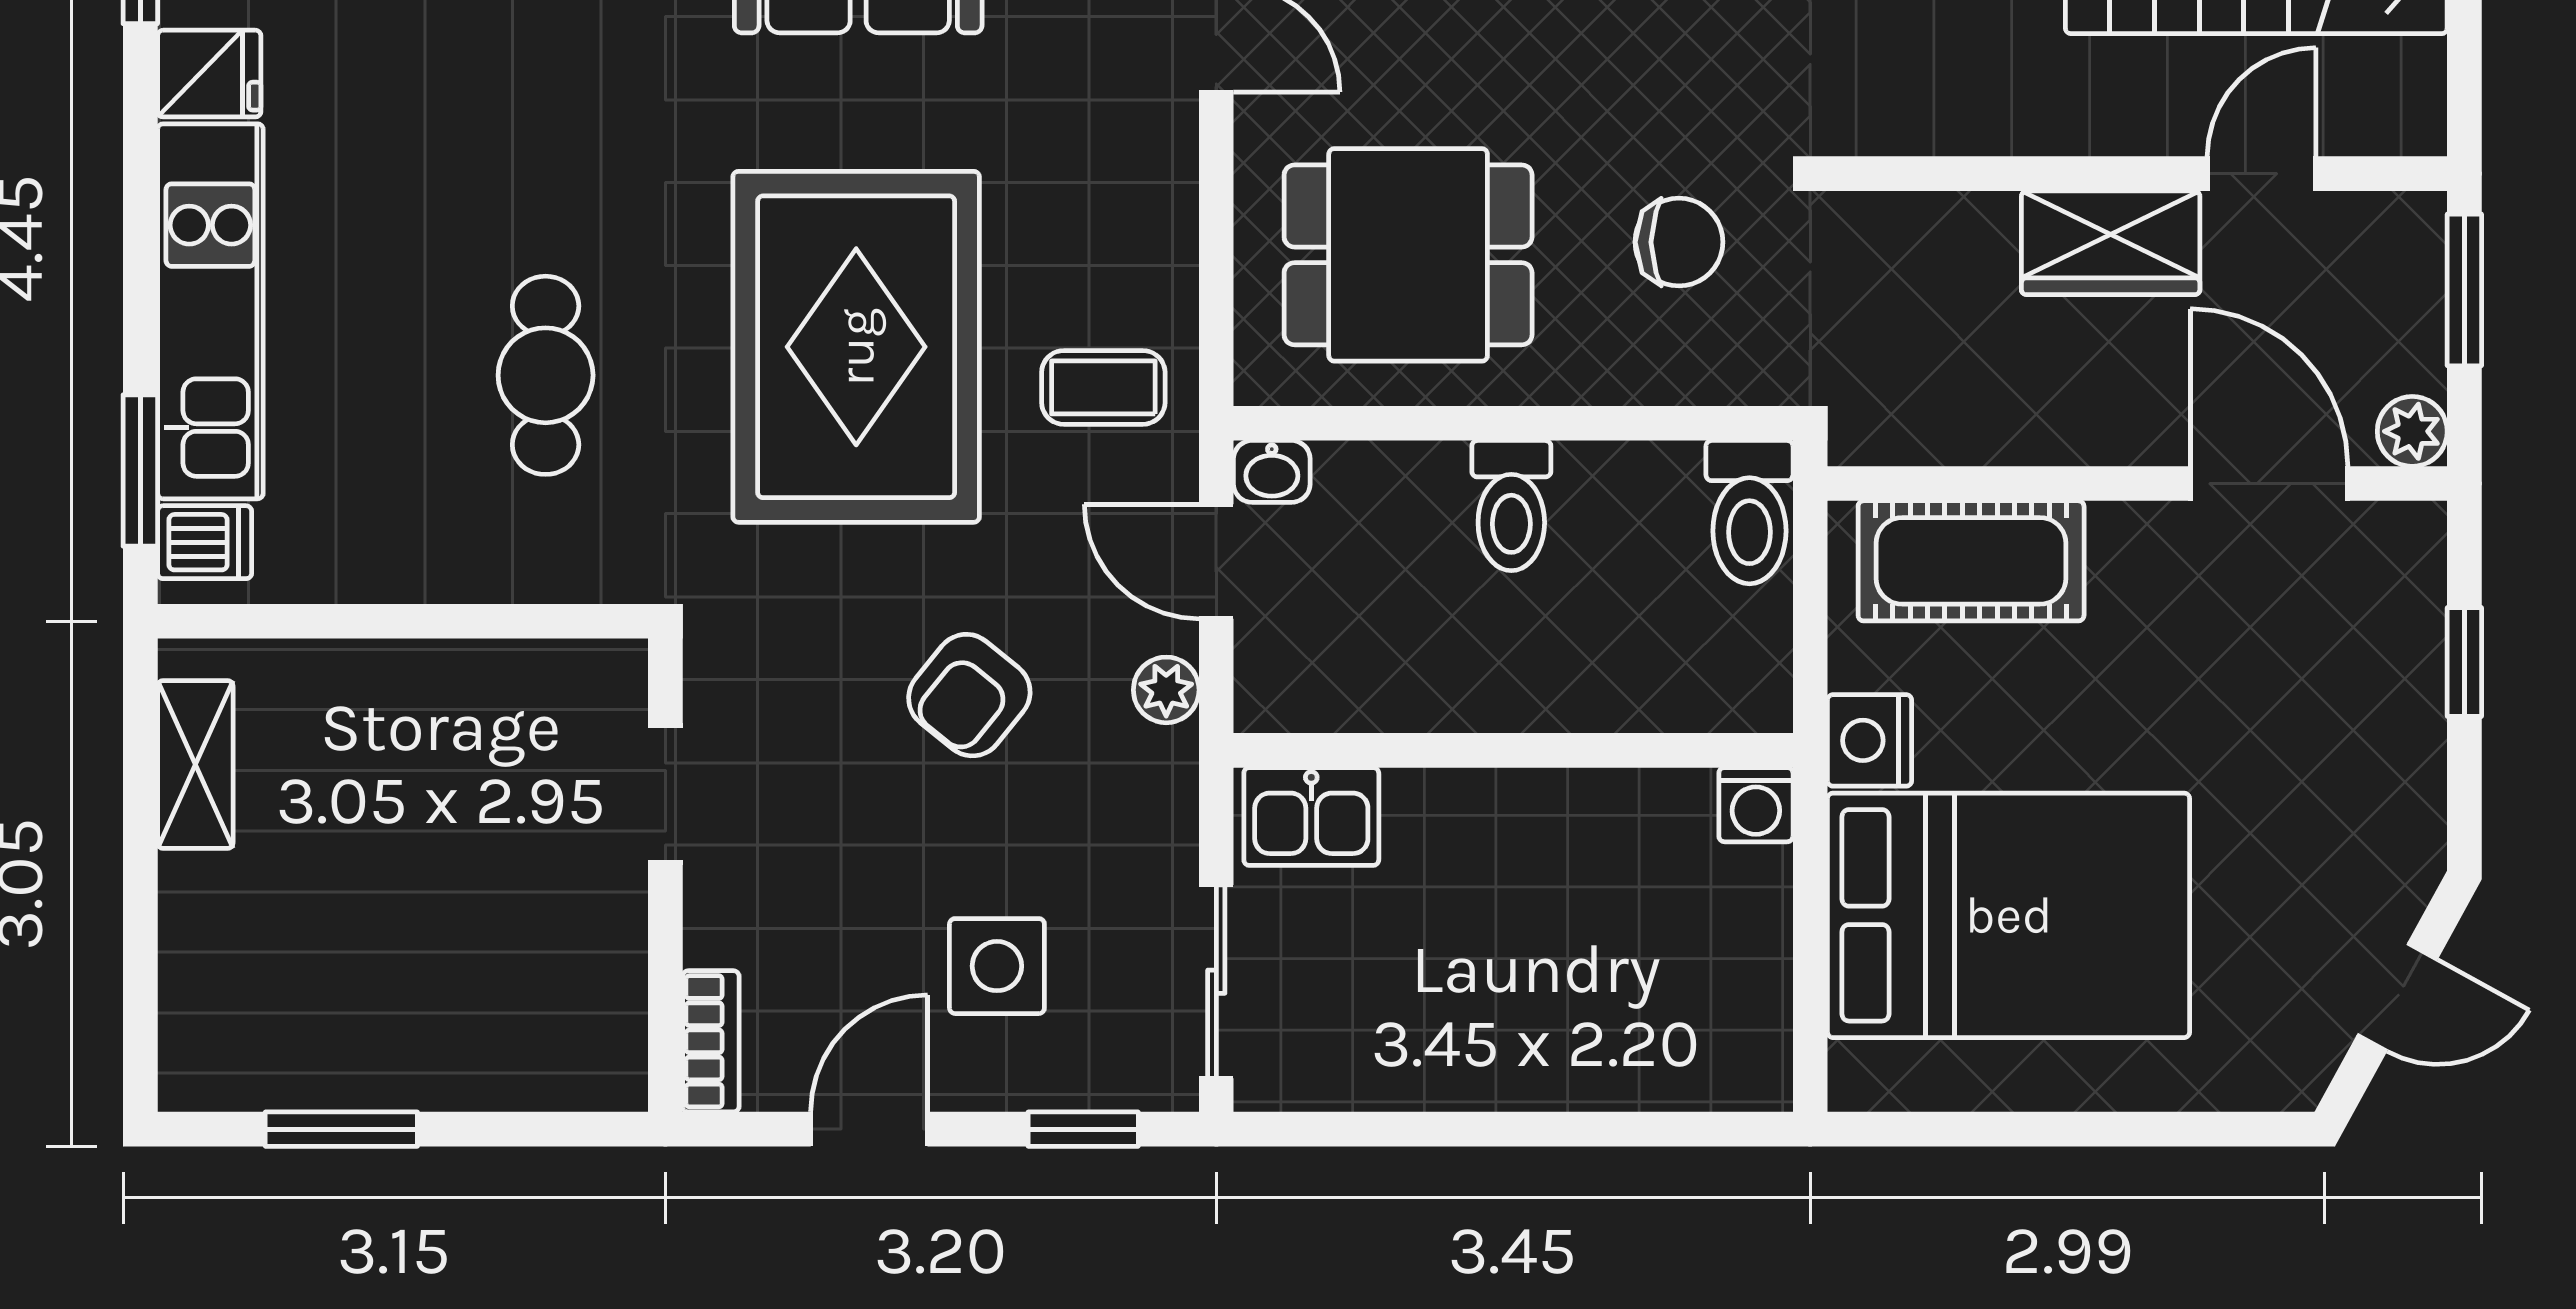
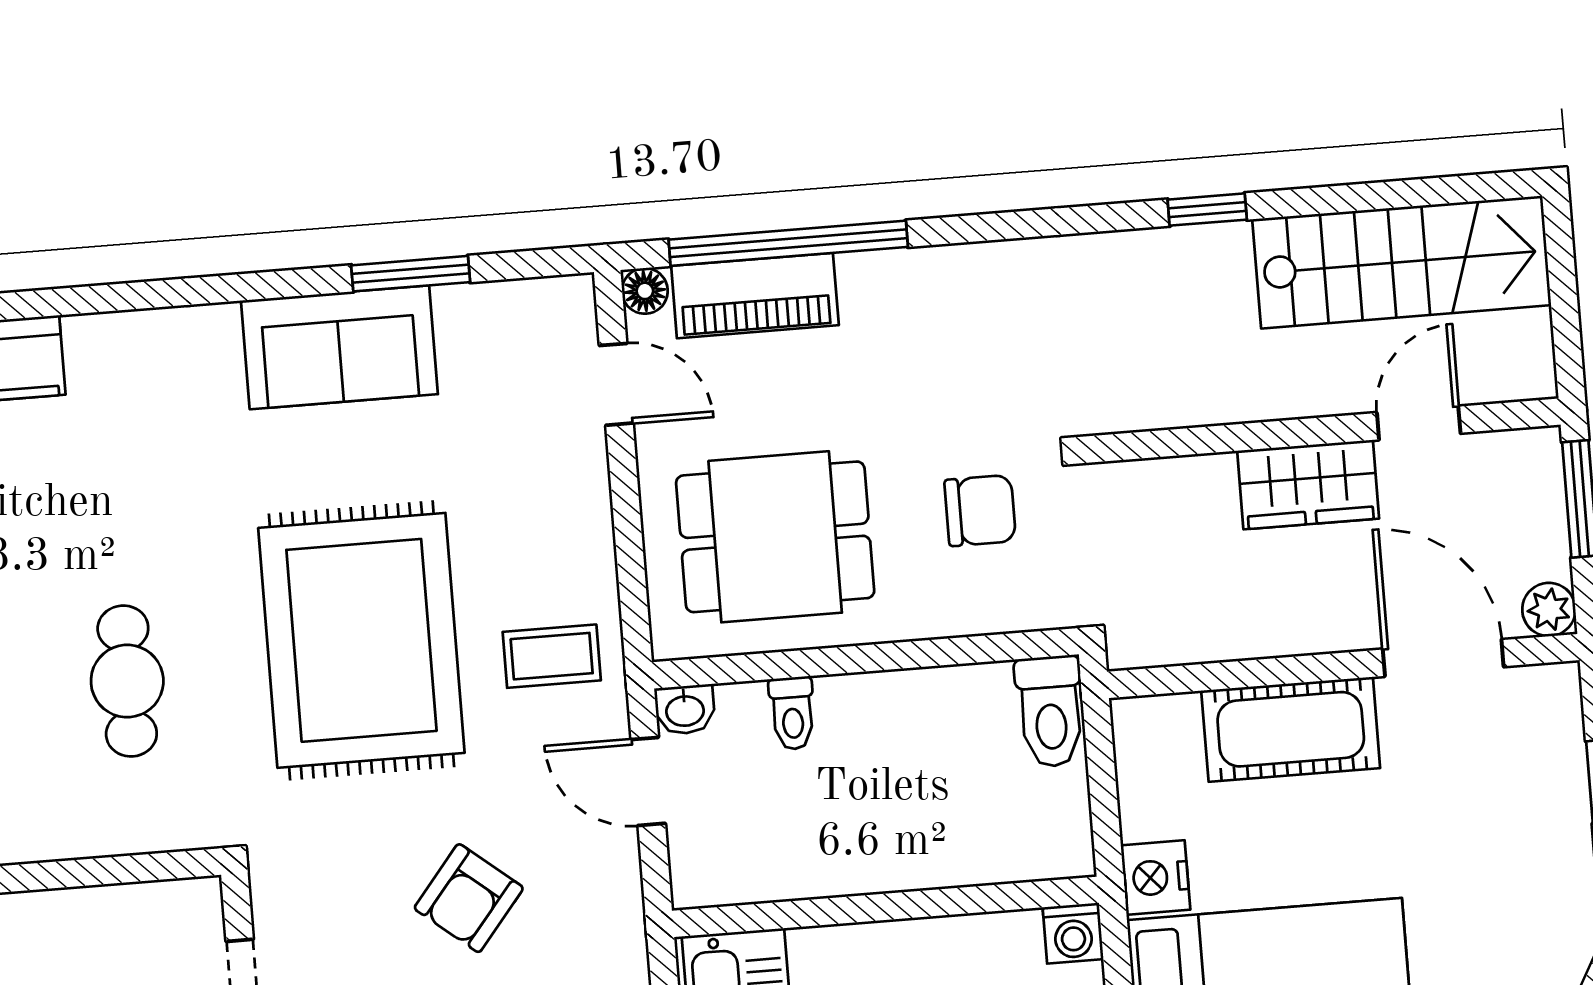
toilet: (1511, 506) -> (792, 713), moved, width x0.73, depth x0.72
cot: (1971, 561) -> (1291, 729), moved
plant: (1166, 690) -> (618, 882), removed

